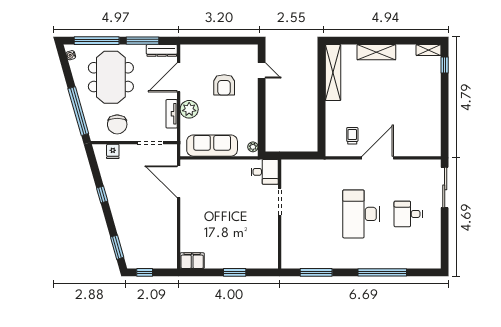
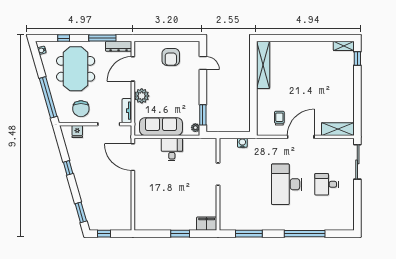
window: (97, 41) -> (64, 38), width x0.32
shelving: (376, 52) -> (338, 129), moved
armchair: (224, 85) -> (171, 57), moved
tv unit: (172, 114) -> (127, 111), moved
window: (262, 132) -> (203, 115), added
water cooler: (308, 165) -> (242, 143), added
desk: (265, 172) -> (172, 150), moved, turned -90
filing cabinet: (192, 261) -> (207, 224), moved

